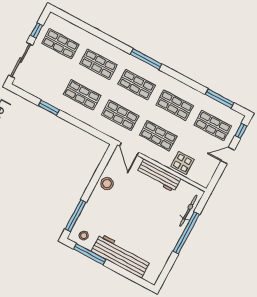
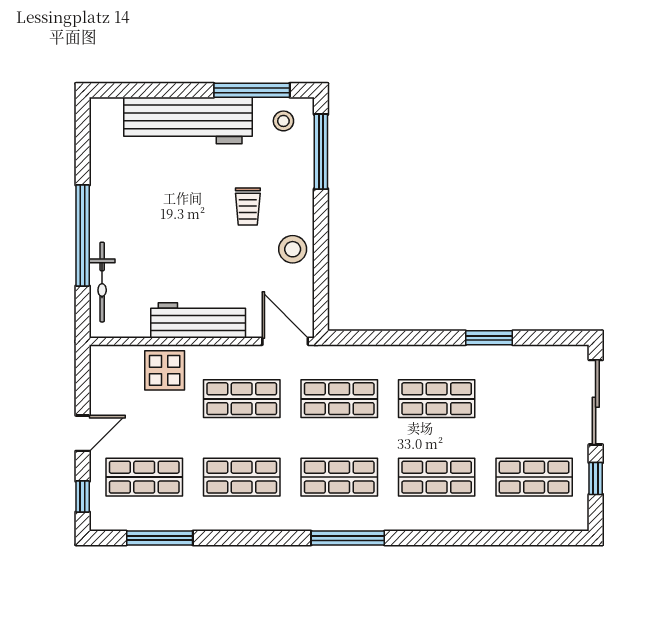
trolley: (116, 210) -> (248, 207), added

